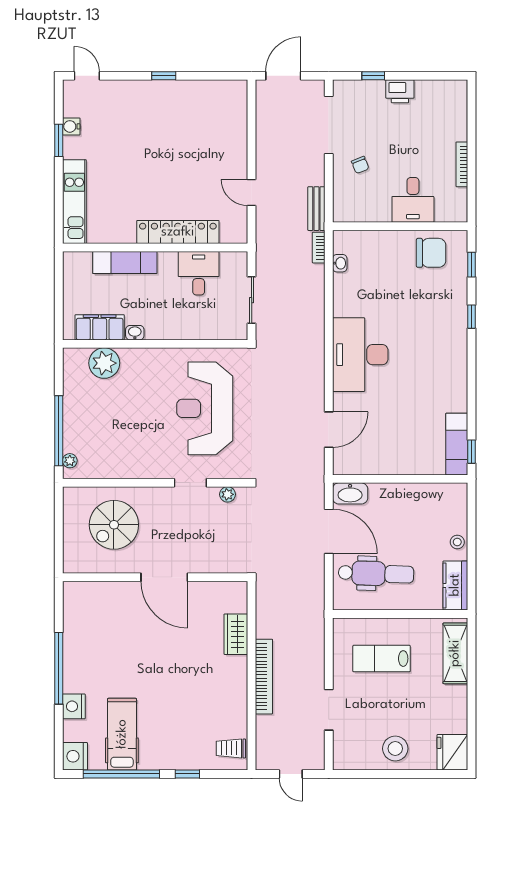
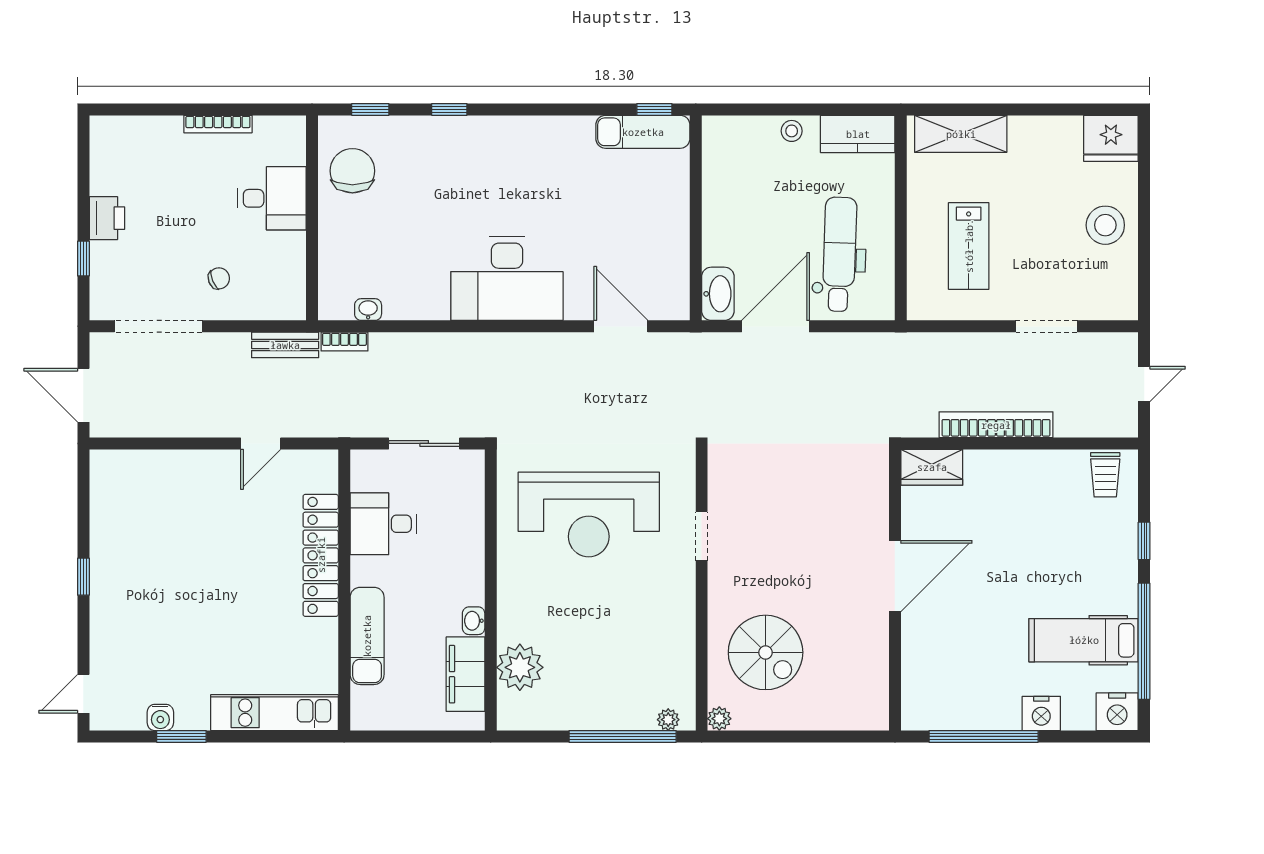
plant: (228, 494) -> (719, 719), moved
wall: (155, 577) -> (895, 590), moved
door: (164, 577) -> (895, 576), moved

